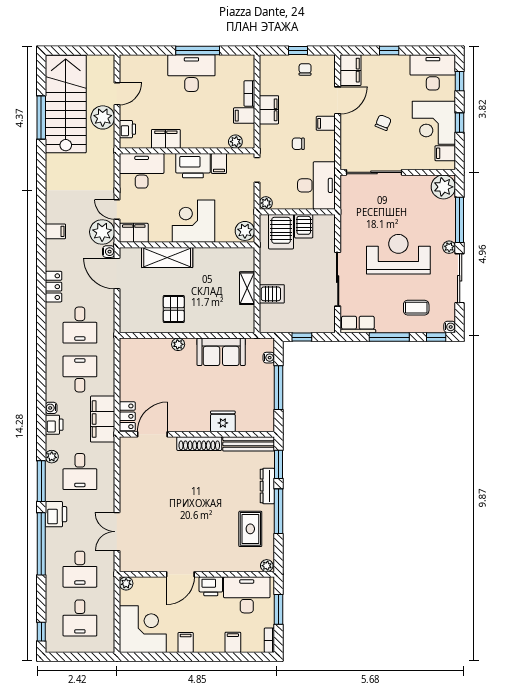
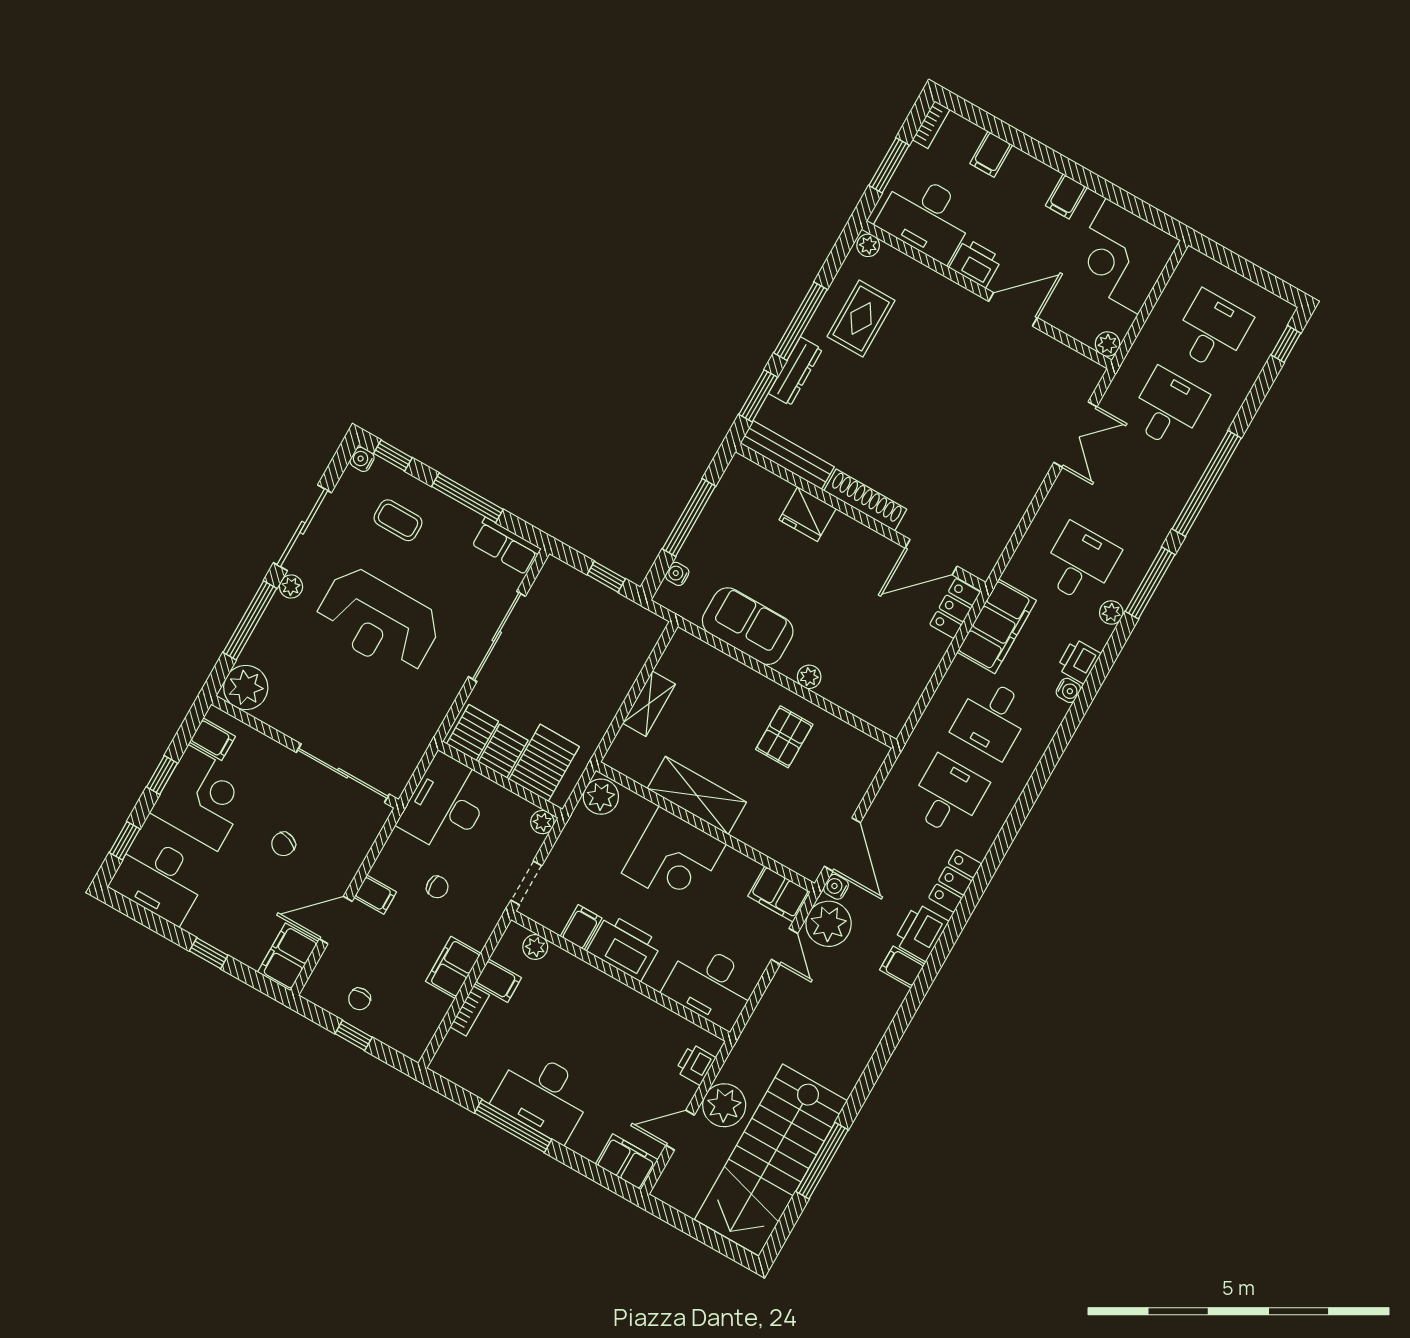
filing cabinet: (166, 139) -> (627, 1162), moved, turned 180
shelving: (167, 258) -> (697, 795), moved
server rack: (272, 294) -> (472, 733), moved, turned 90
printer: (56, 514) -> (921, 932), moved

